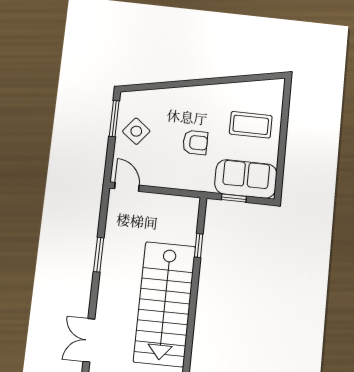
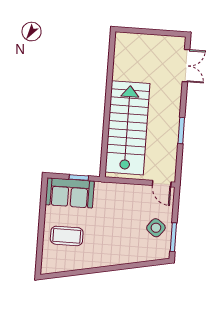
armchair: (195, 142) -> (110, 220), removed
window: (199, 246) -> (105, 140), removed
stairs: (165, 304) -> (127, 128), moved

